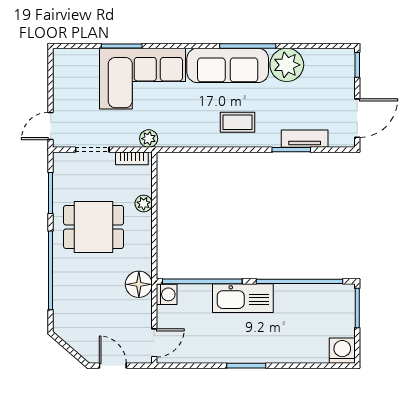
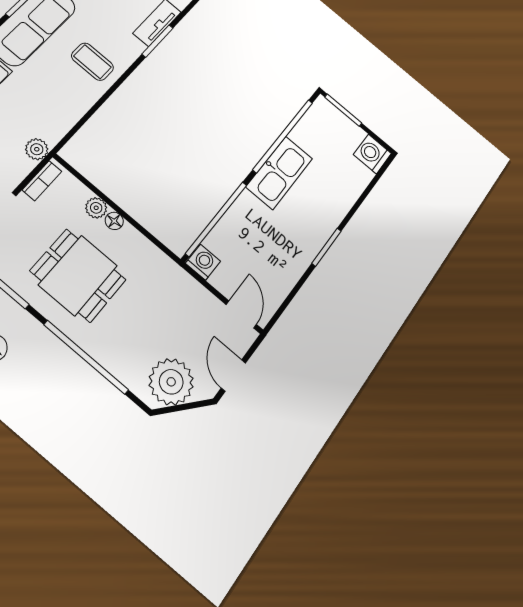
coffee table: (237, 122) -> (92, 62), turned 90
dining table: (94, 227) -> (78, 275), turned 90
floor lamp: (139, 284) -> (114, 221), moved, width x0.53, depth x0.53
kitchen sink: (243, 298) -> (279, 173), moved
plant: (78, 331) -> (171, 382), added
door: (113, 366) -> (233, 376), hinge flipped

